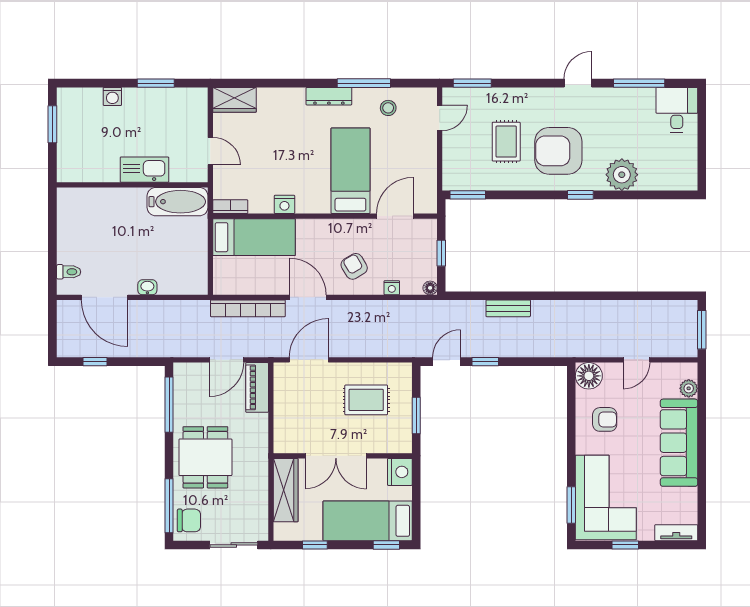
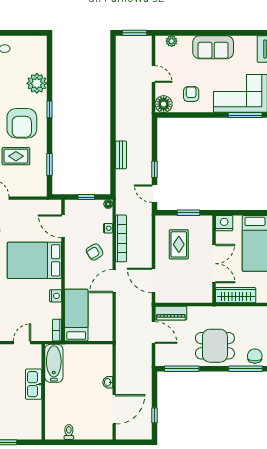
bed: (350, 171) -> (34, 260), width x1.50
window: (468, 195) -> (50, 164), moved
toilet: (69, 272) -> (69, 432), moved
bookcase: (248, 308) -> (121, 238), moved
sofa: (679, 443) -> (213, 47), width x0.73
window: (571, 505) -> (245, 115), width x1.44

